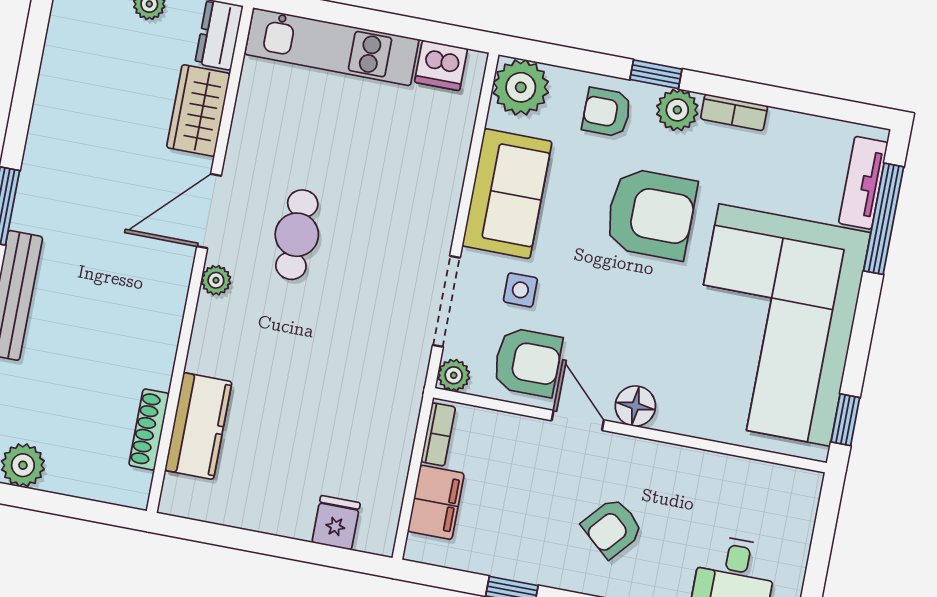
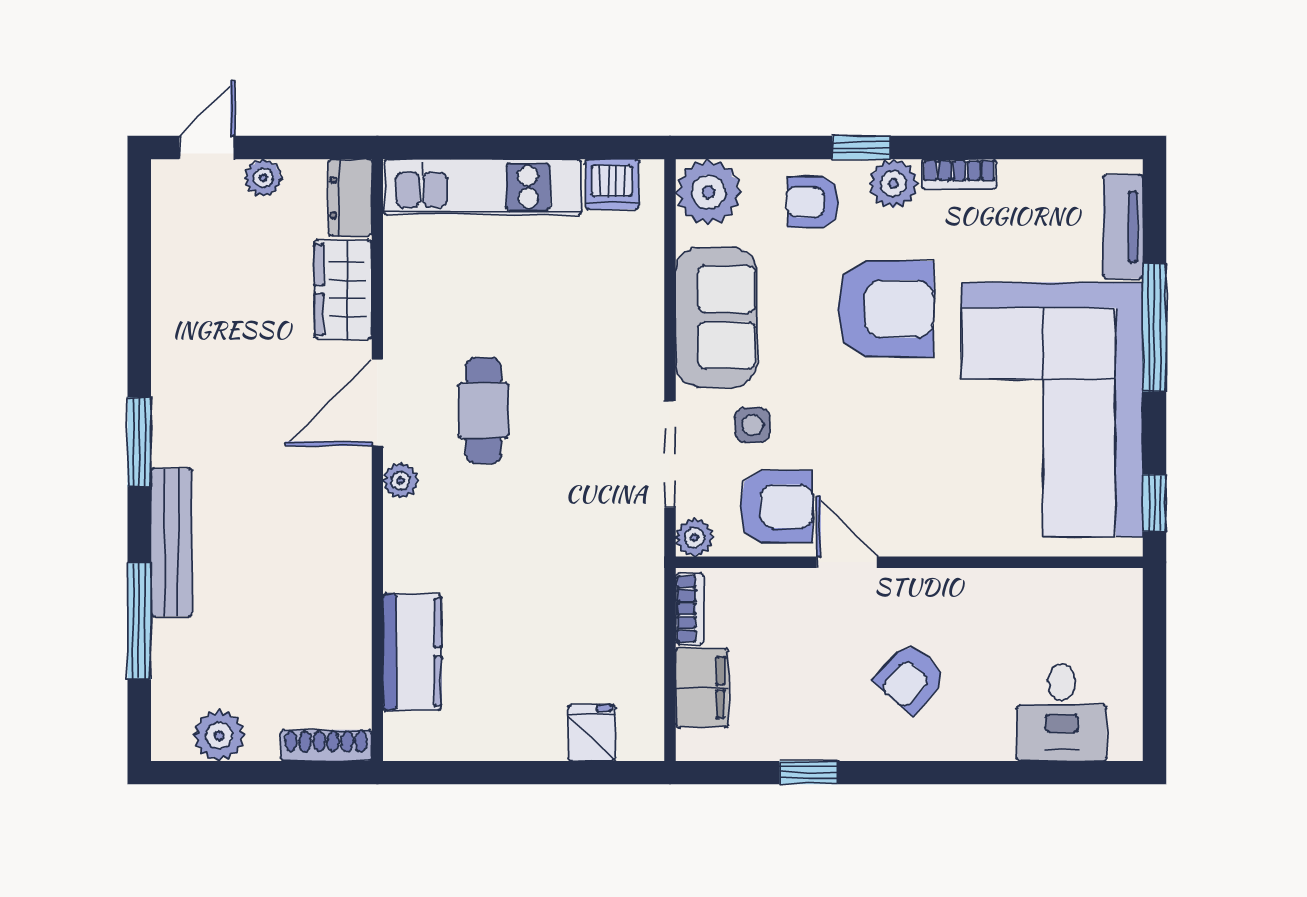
window: (884, 219) -> (1154, 327), moved
floor lamp: (635, 406) -> (910, 533), removed
shoe rack: (149, 429) -> (326, 745), moved, turned 90

